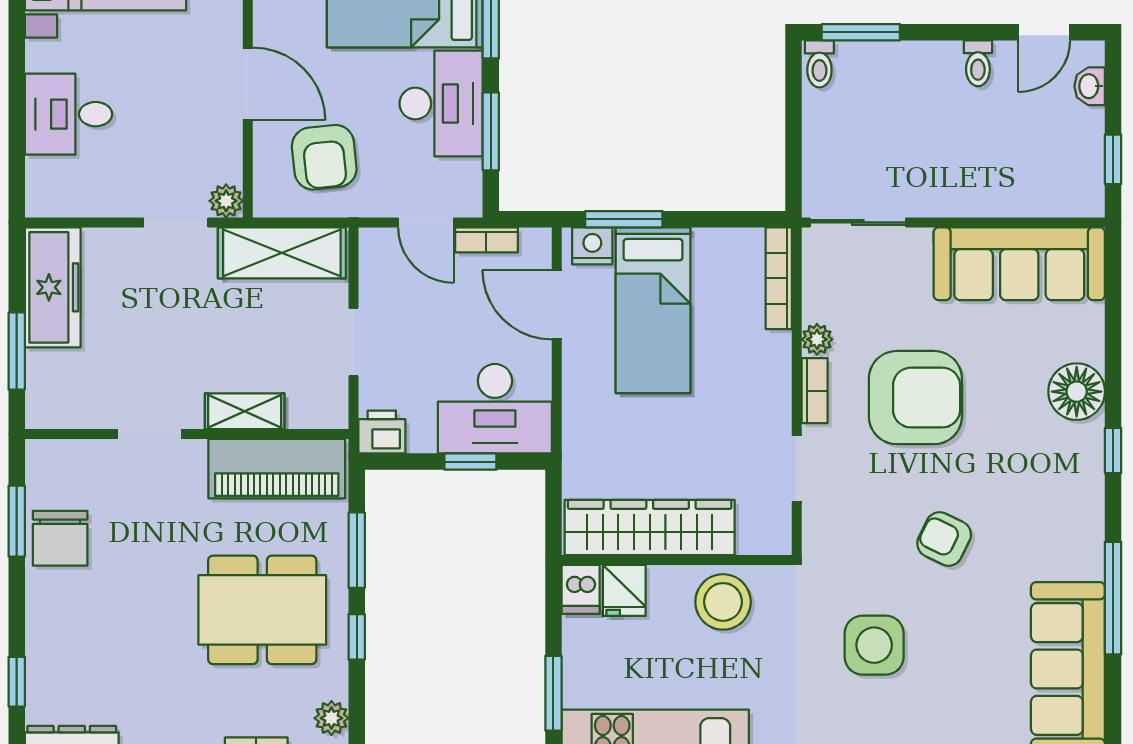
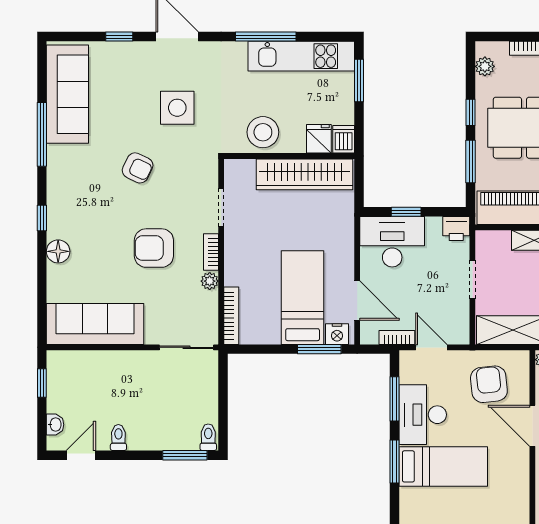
floor lamp: (1077, 392) -> (58, 251), width x0.73, depth x0.73
armchair: (915, 398) -> (154, 248), width x0.73, depth x0.73

